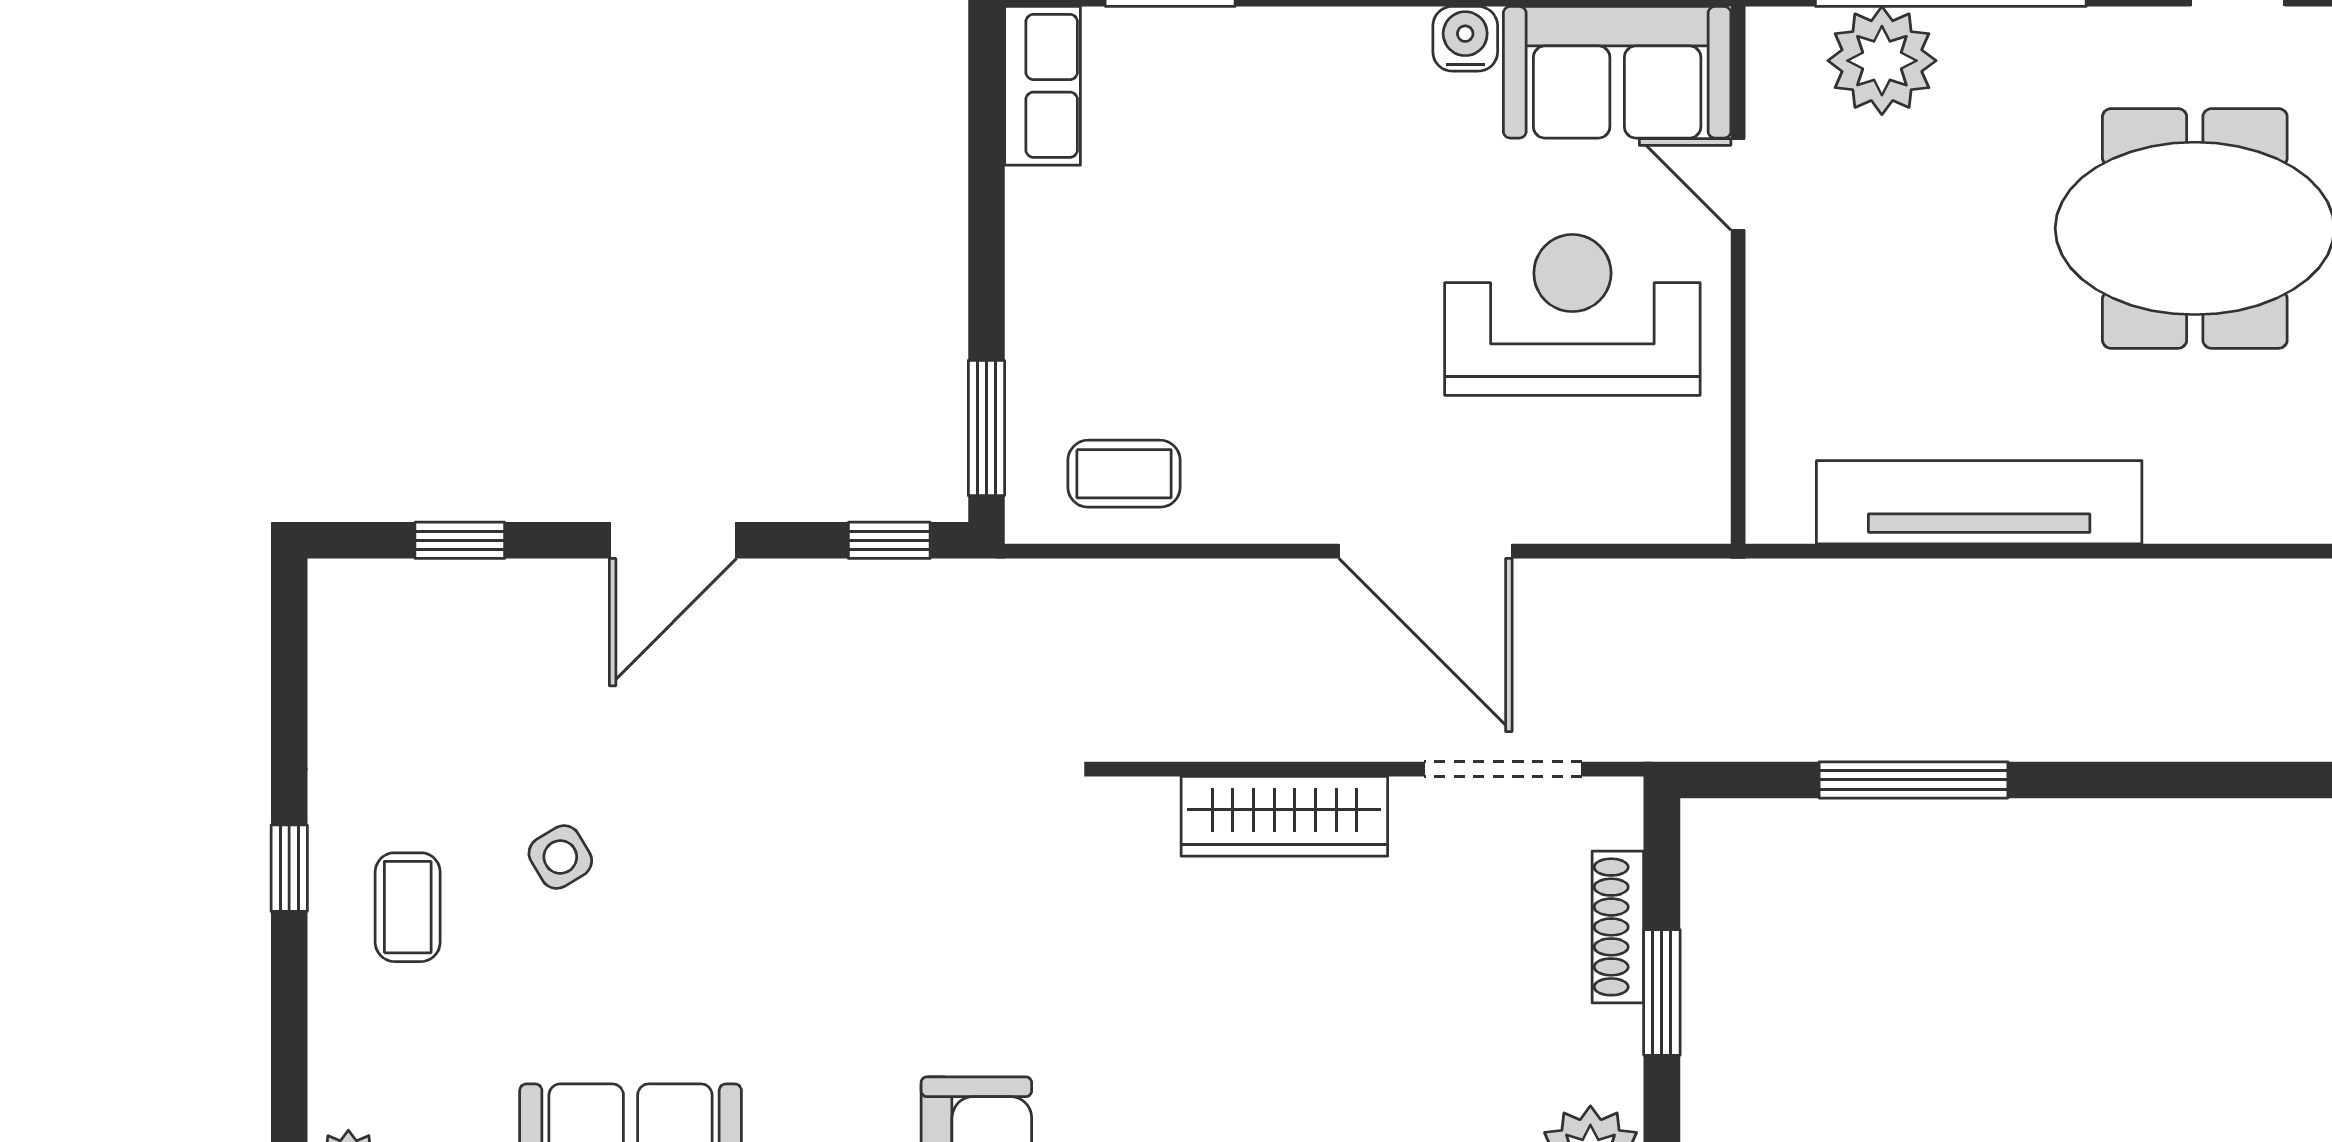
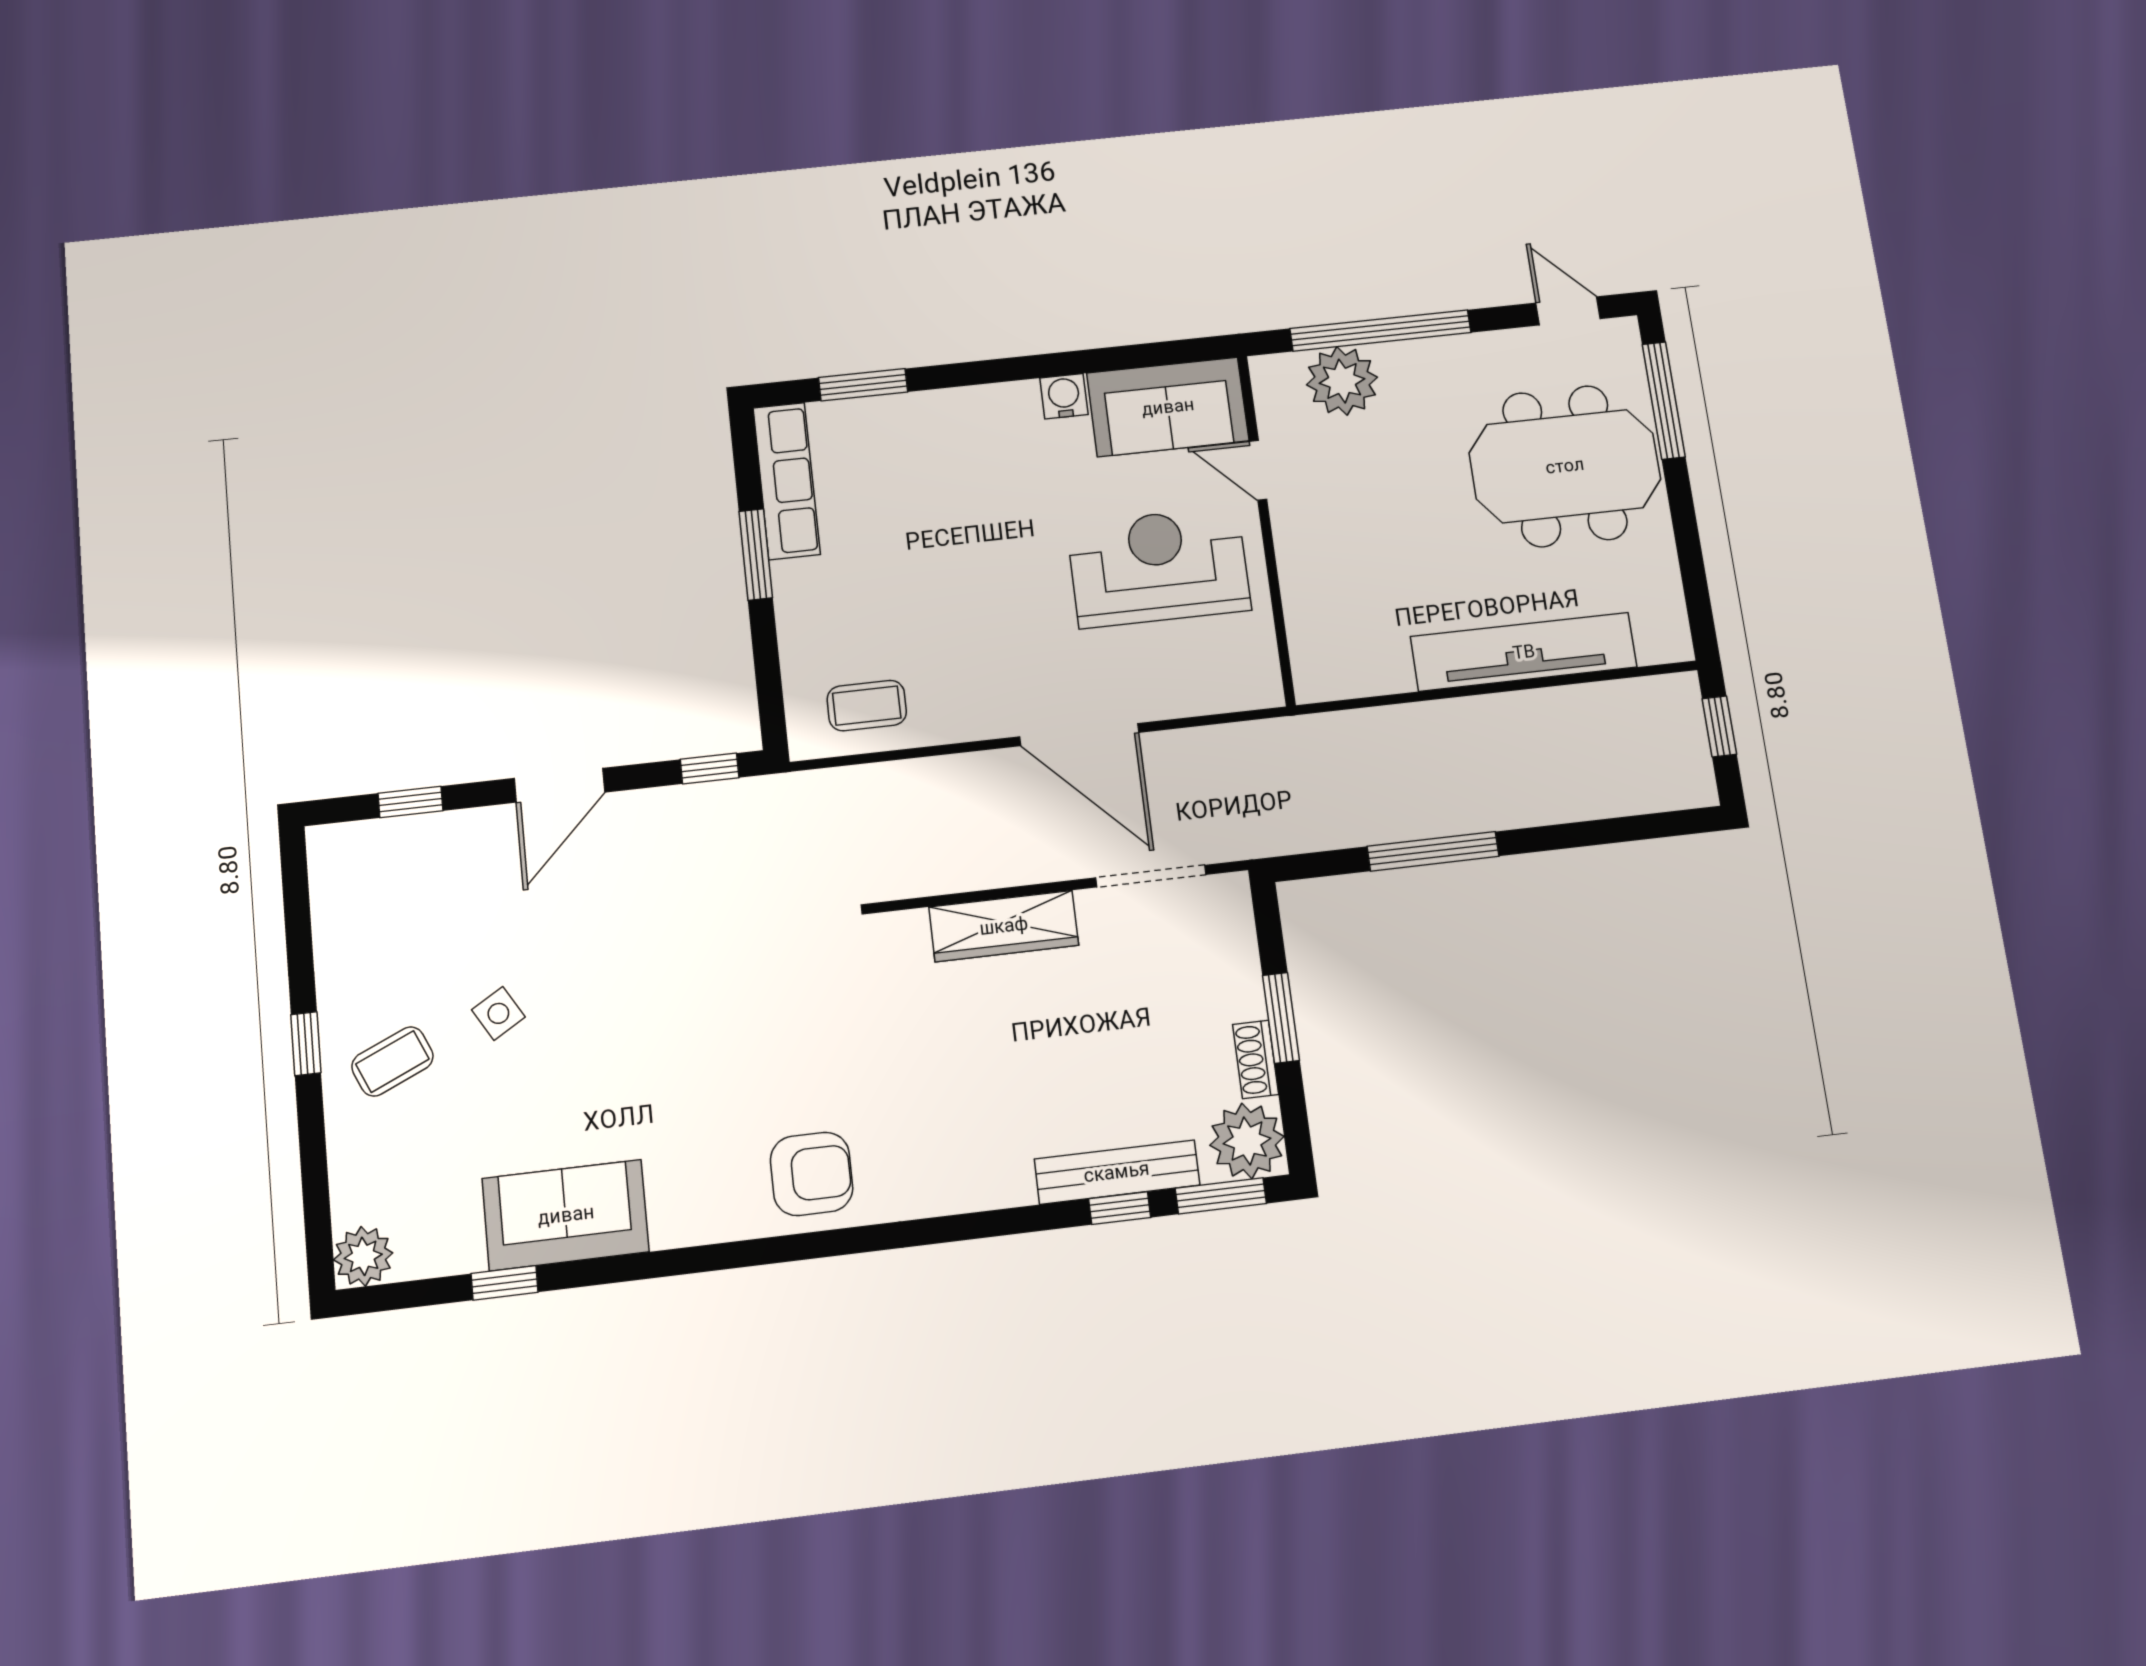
row of seats: (1043, 86) -> (787, 481), width x1.48
window: (986, 428) -> (756, 555), moved
tv unit: (1979, 502) -> (1524, 652), moved
coffee table: (408, 907) -> (392, 1061), turned 66
shoe rack: (1618, 927) -> (1256, 1059), moved, width x0.70

